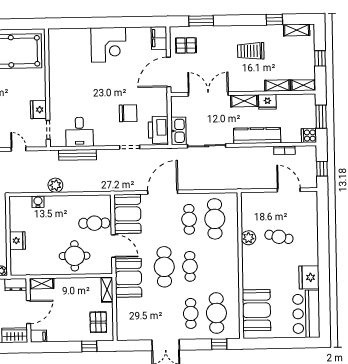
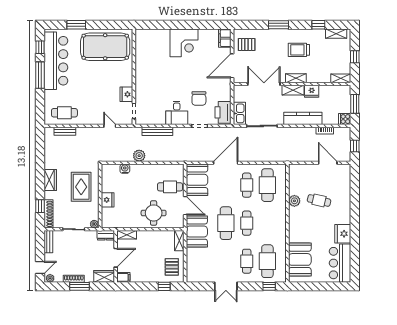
window: (201, 21) -> (279, 25), moved
shelving: (277, 86) -> (296, 78), moved
chair: (128, 113) -> (199, 98), turned 90
desk: (79, 132) -> (177, 113), moved

